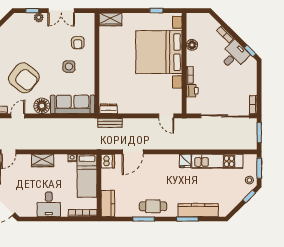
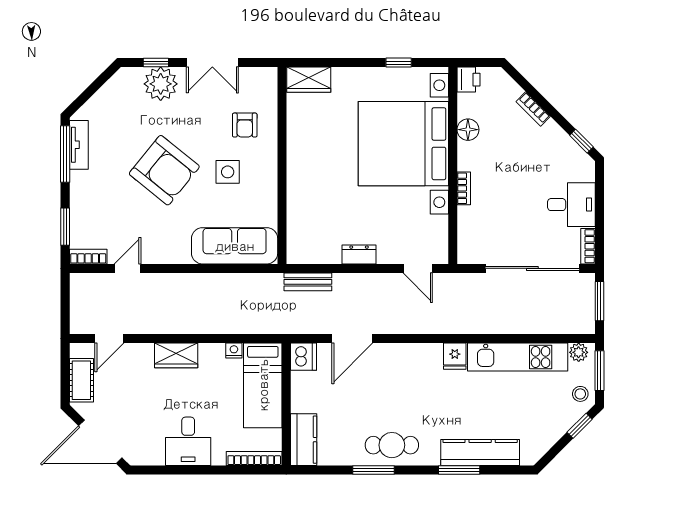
plant: (39, 17) -> (161, 84), width x1.87, depth x1.87
desk: (234, 55) -> (571, 205), moved, turned 45
armchair: (24, 78) -> (164, 170), moved
printer: (192, 91) -> (468, 80), moved
floor lamp: (42, 106) -> (174, 249), removed
dresser: (109, 109) -> (359, 255), moved
plant: (249, 159) -> (579, 352), added

